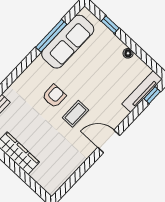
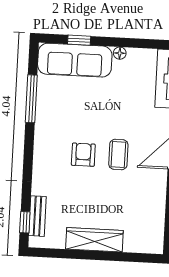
sofa: (68, 42) -> (75, 60), moved, turned 90

